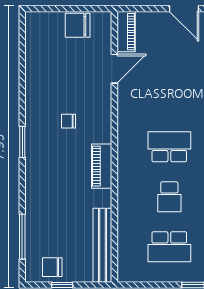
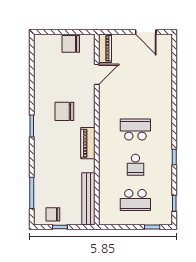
chair: (68, 121) -> (64, 111), width x1.87, depth x1.87

